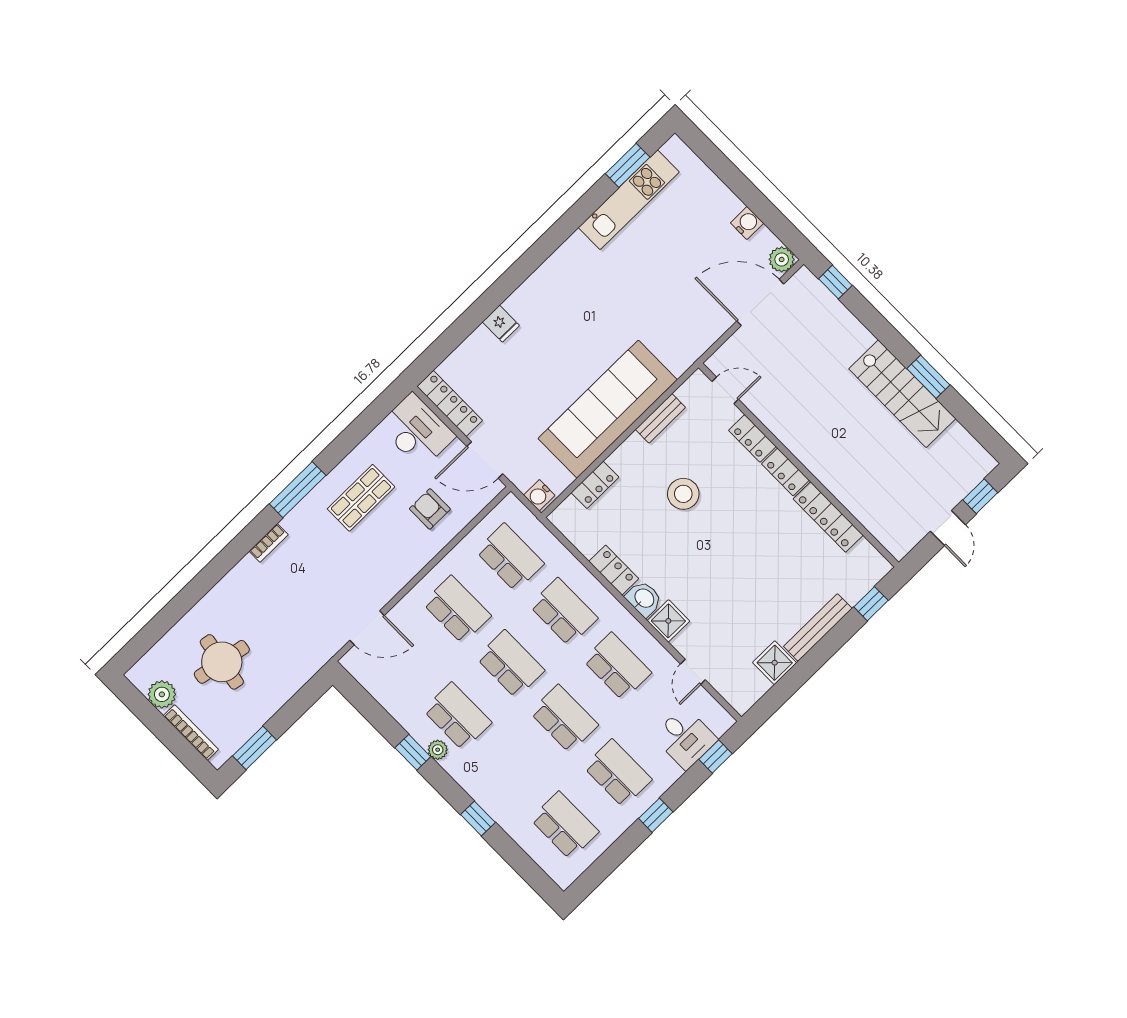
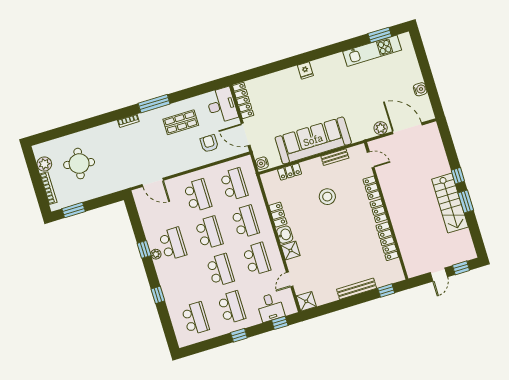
plant: (782, 259) -> (381, 128), moved
window: (835, 282) -> (458, 176), moved
fridge: (501, 324) -> (305, 70), moved
shower: (775, 663) -> (306, 301), moved

